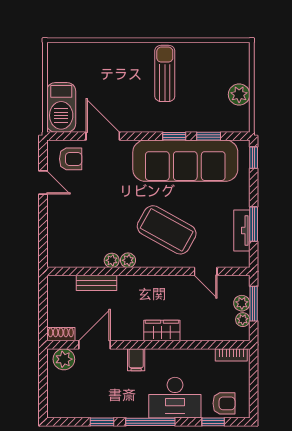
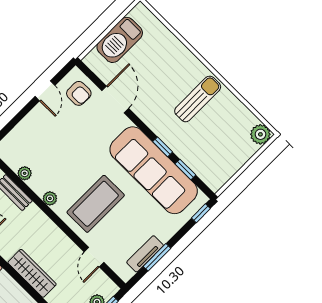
plant: (239, 94) -> (260, 134), moved
barbecue: (61, 107) -> (120, 40), moved
coffee table: (167, 230) -> (96, 204), turned 61
plant: (112, 260) -> (25, 173), moved
wardrobe: (162, 331) -> (32, 273), width x1.50

